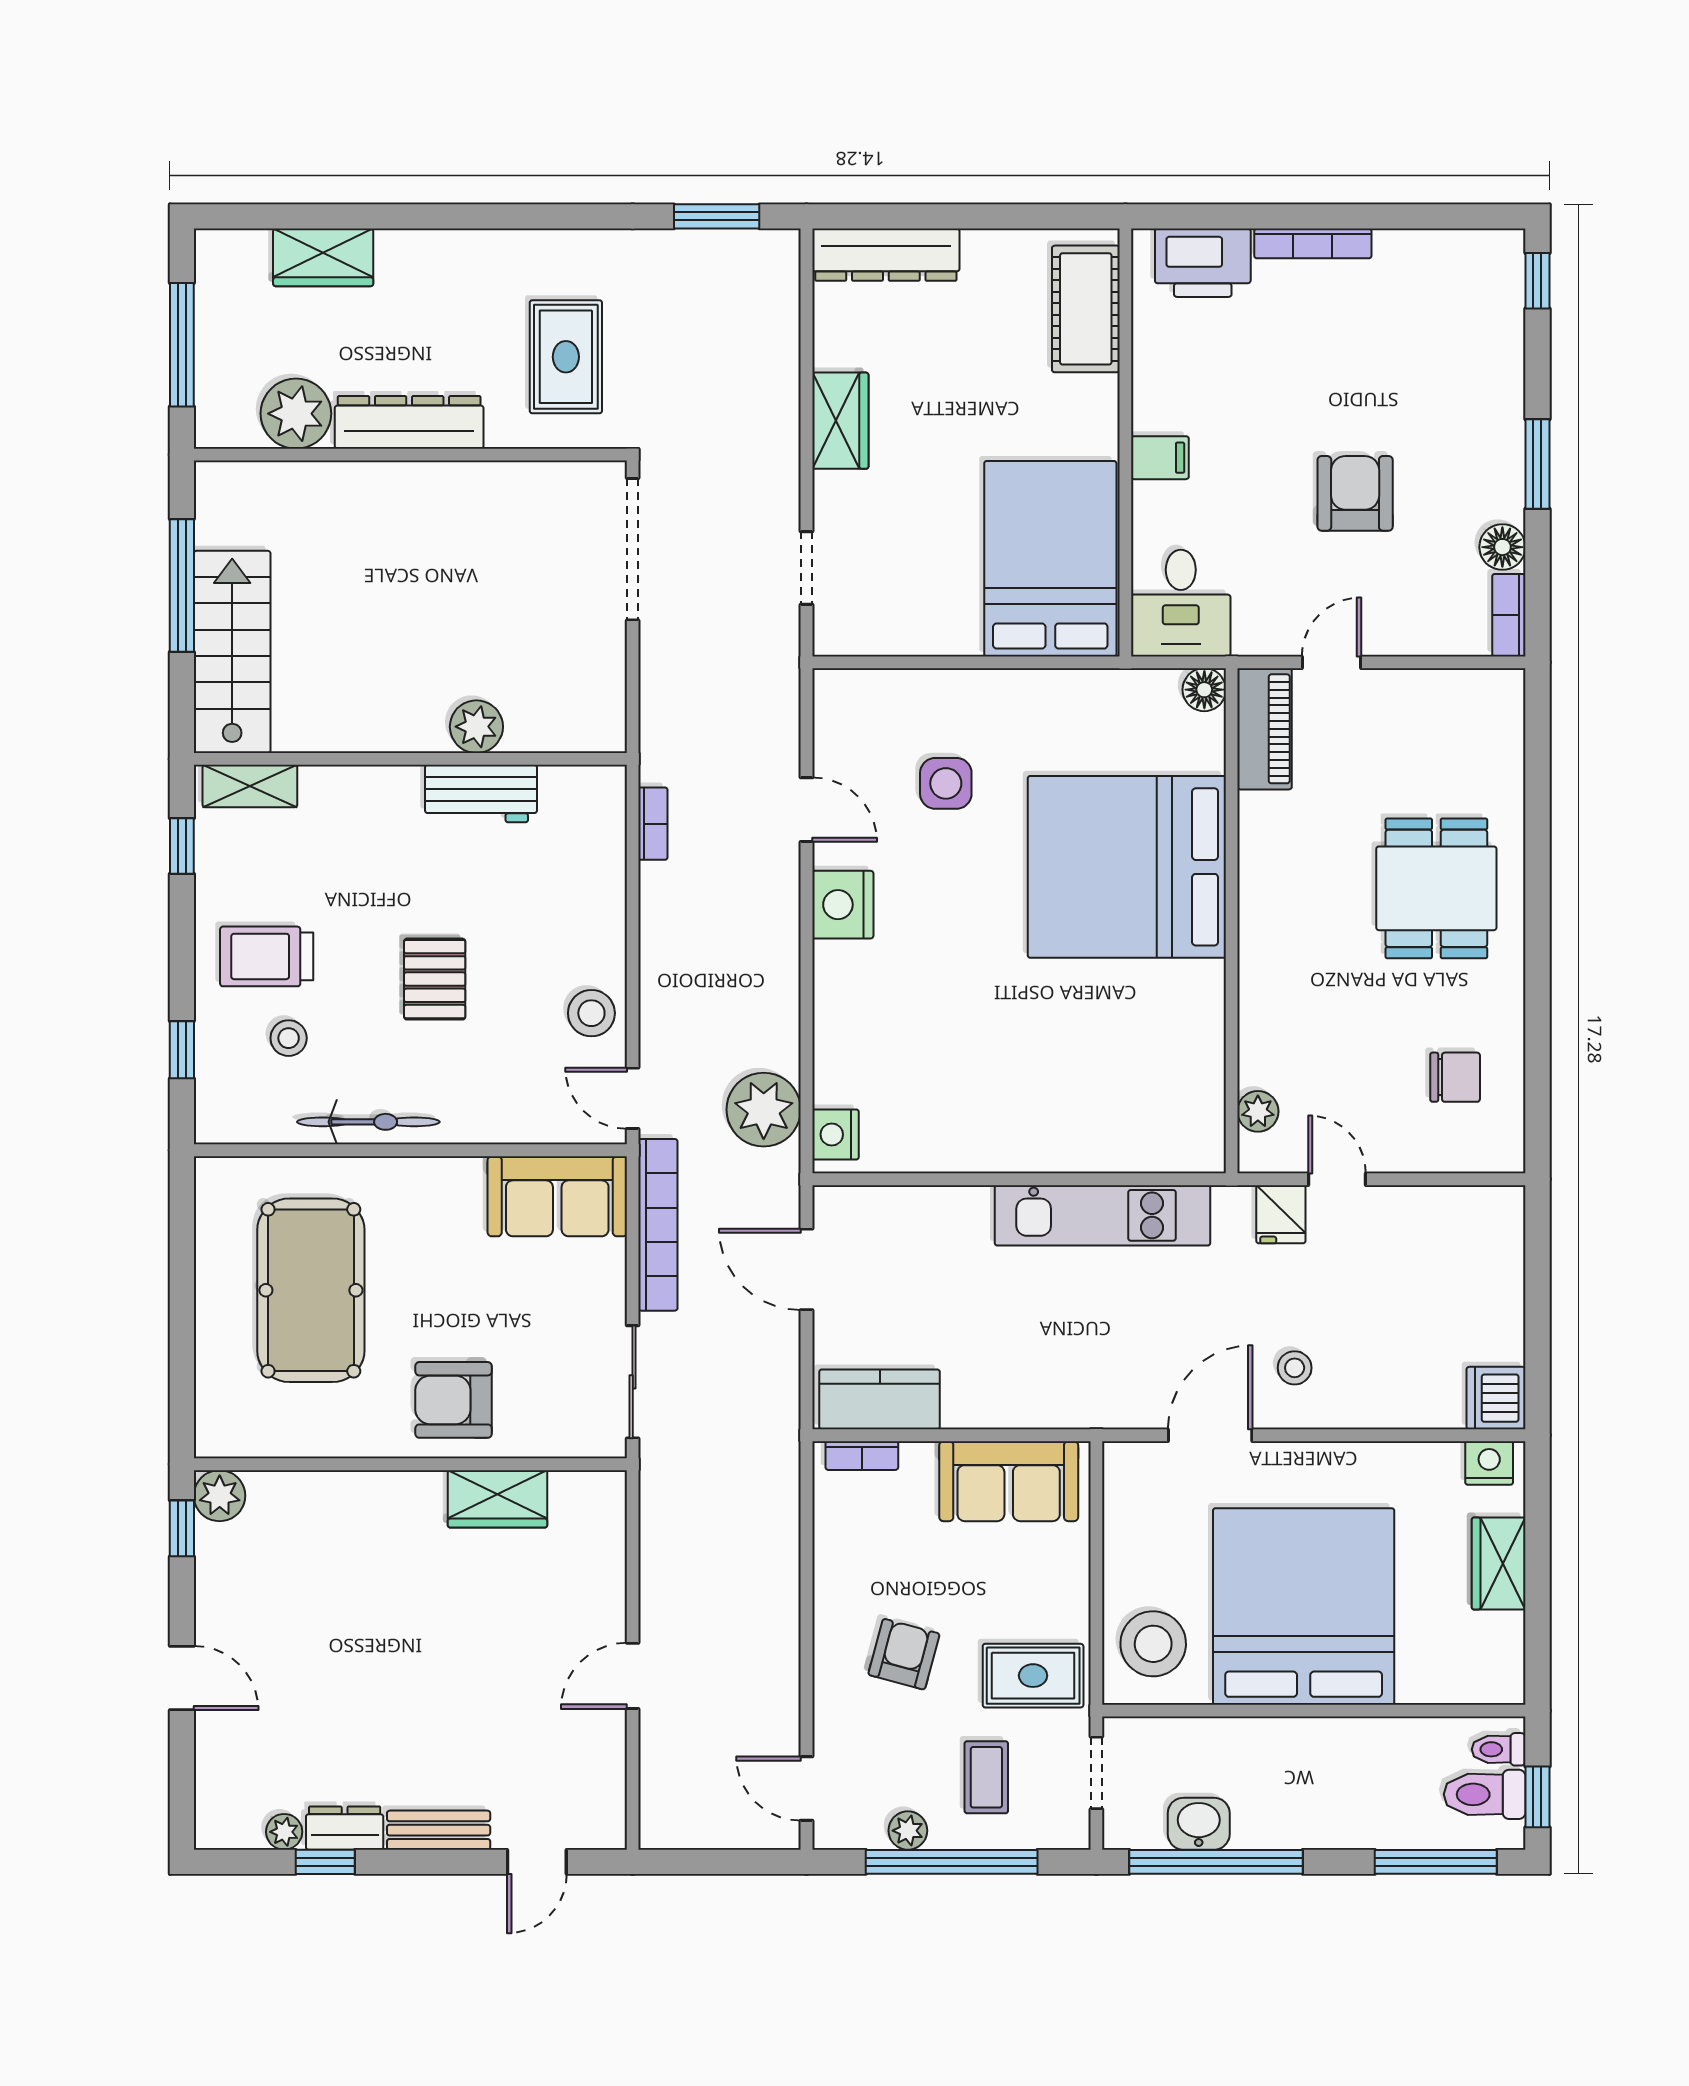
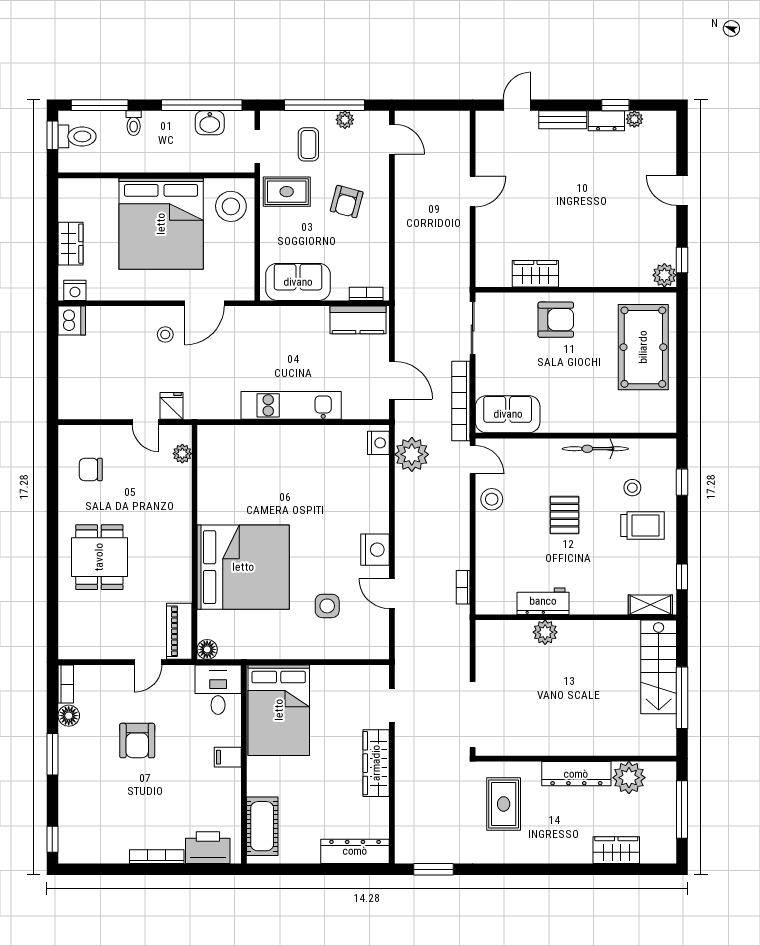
wardrobe: (840, 421) -> (376, 763), width x1.50
kitchen unit: (1103, 1215) -> (291, 405), moved
pool table: (311, 1290) -> (643, 347), moved
toilet: (1499, 1749) -> (134, 123), moved, turned 90

